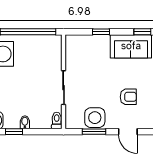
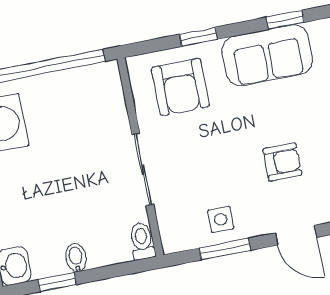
armchair: (88, 53) -> (180, 87), added
side table: (95, 118) -> (221, 219), width x0.54, depth x0.54

